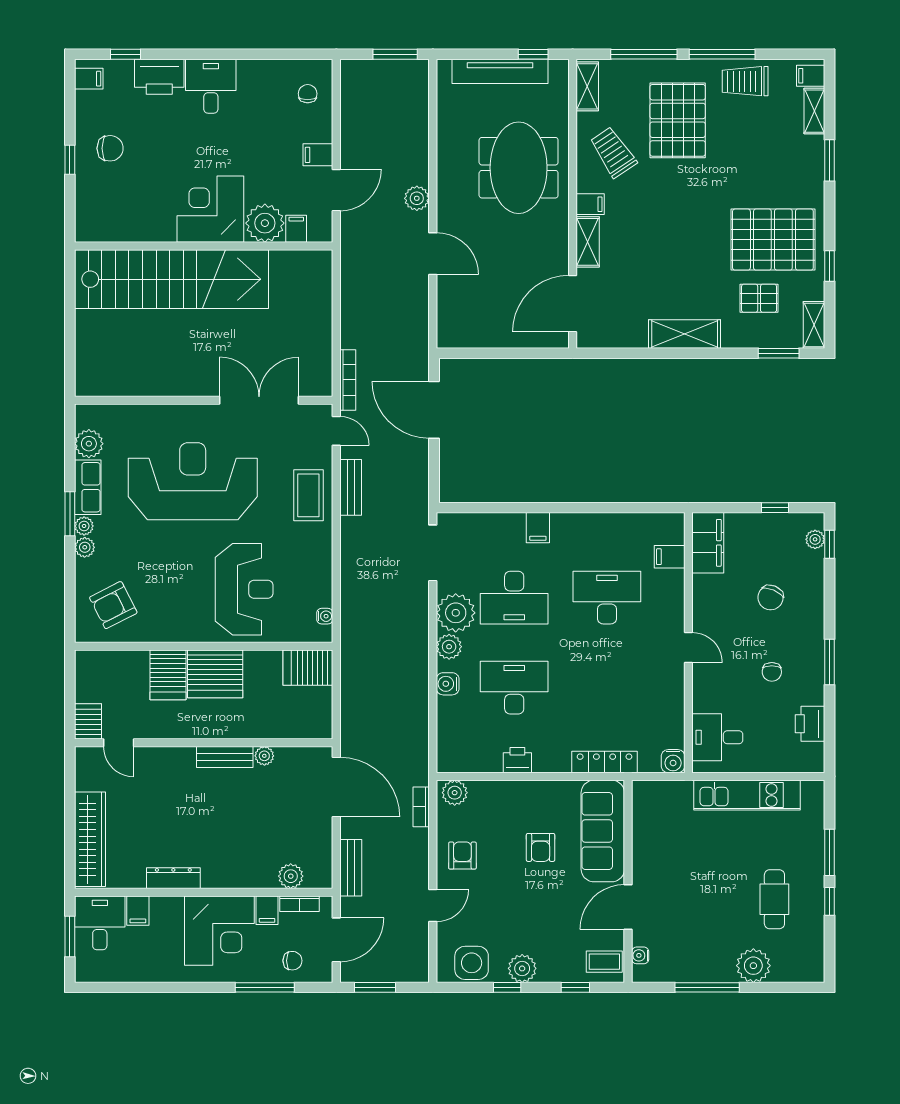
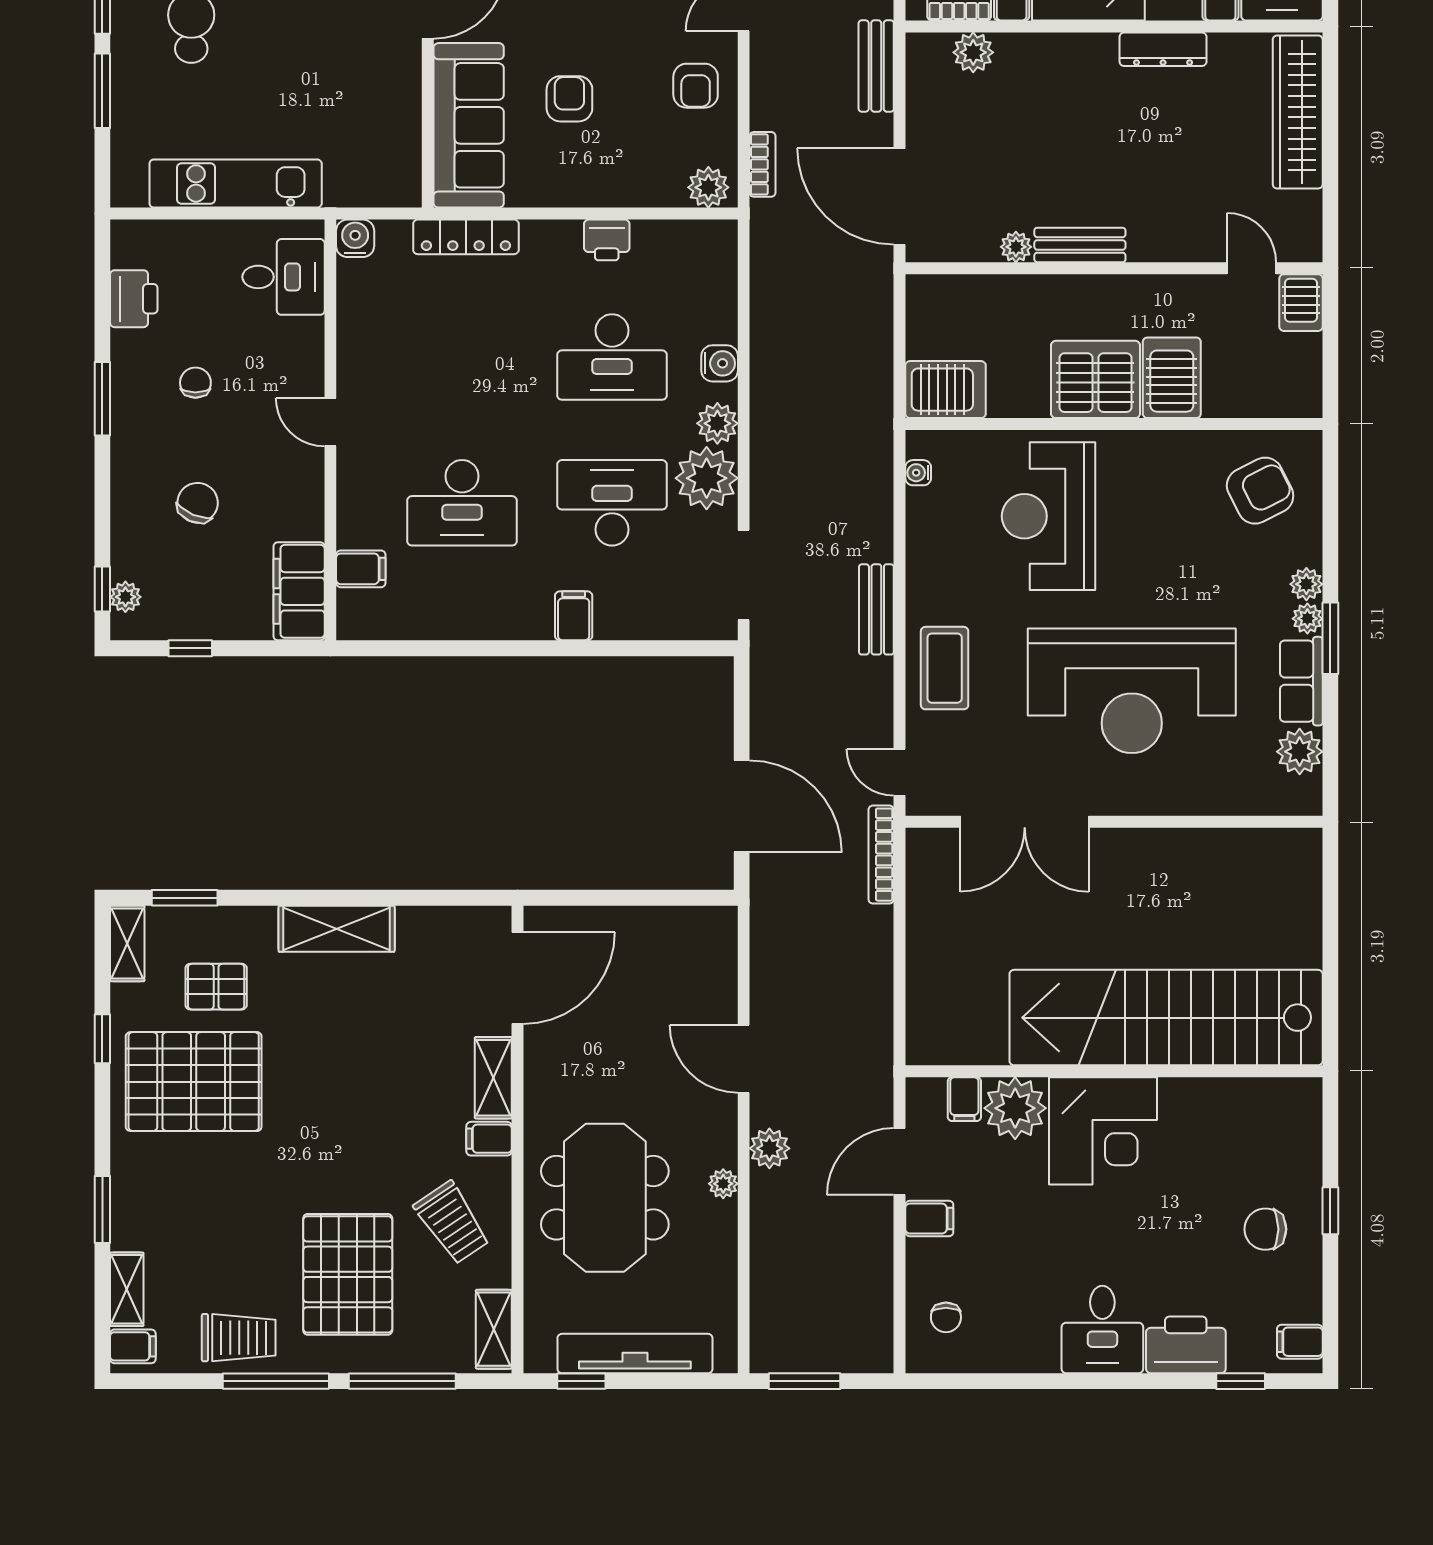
plant: (445, 176) -> (723, 1184), added
bench: (351, 487) -> (876, 609), moved

